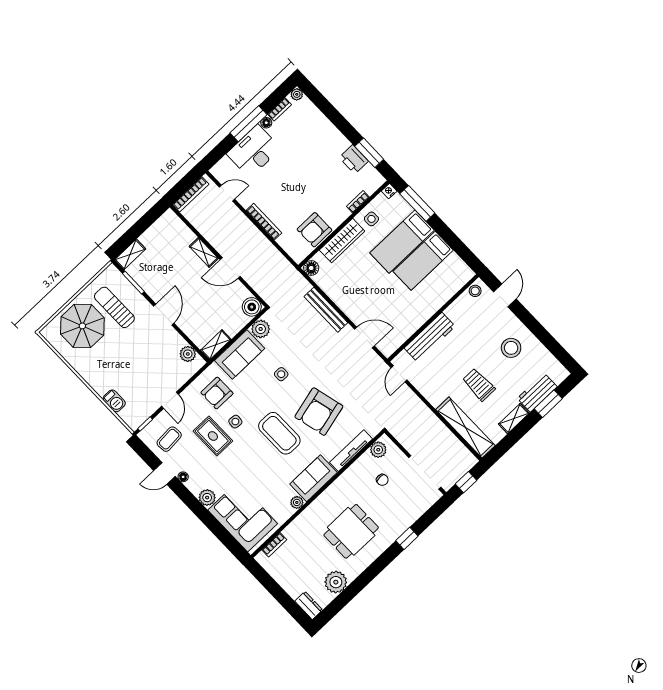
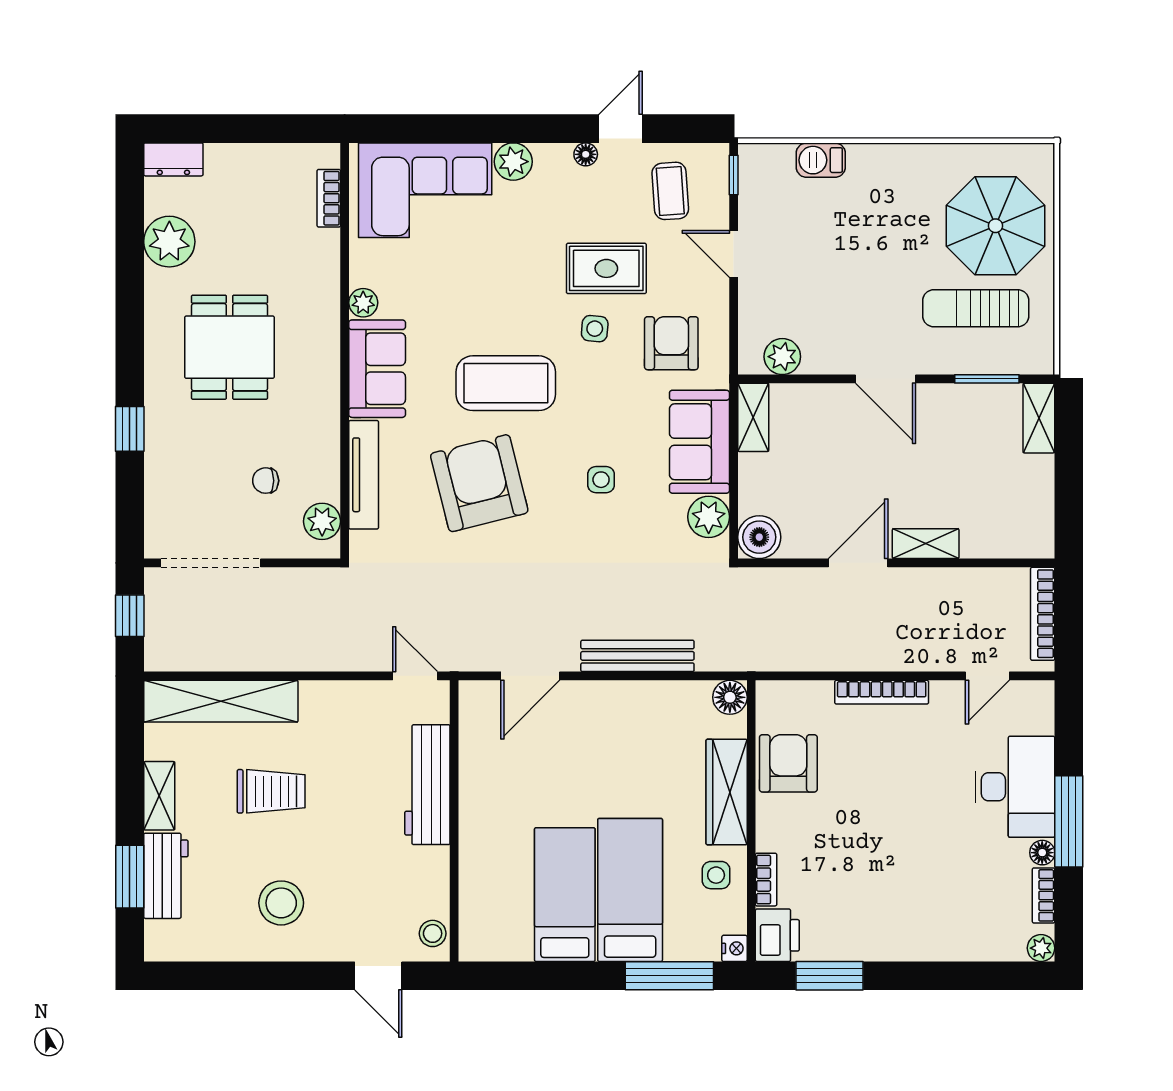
printer: (354, 159) -> (777, 935), moved, turned 90
sun lounger: (114, 307) -> (976, 308), turned 180

